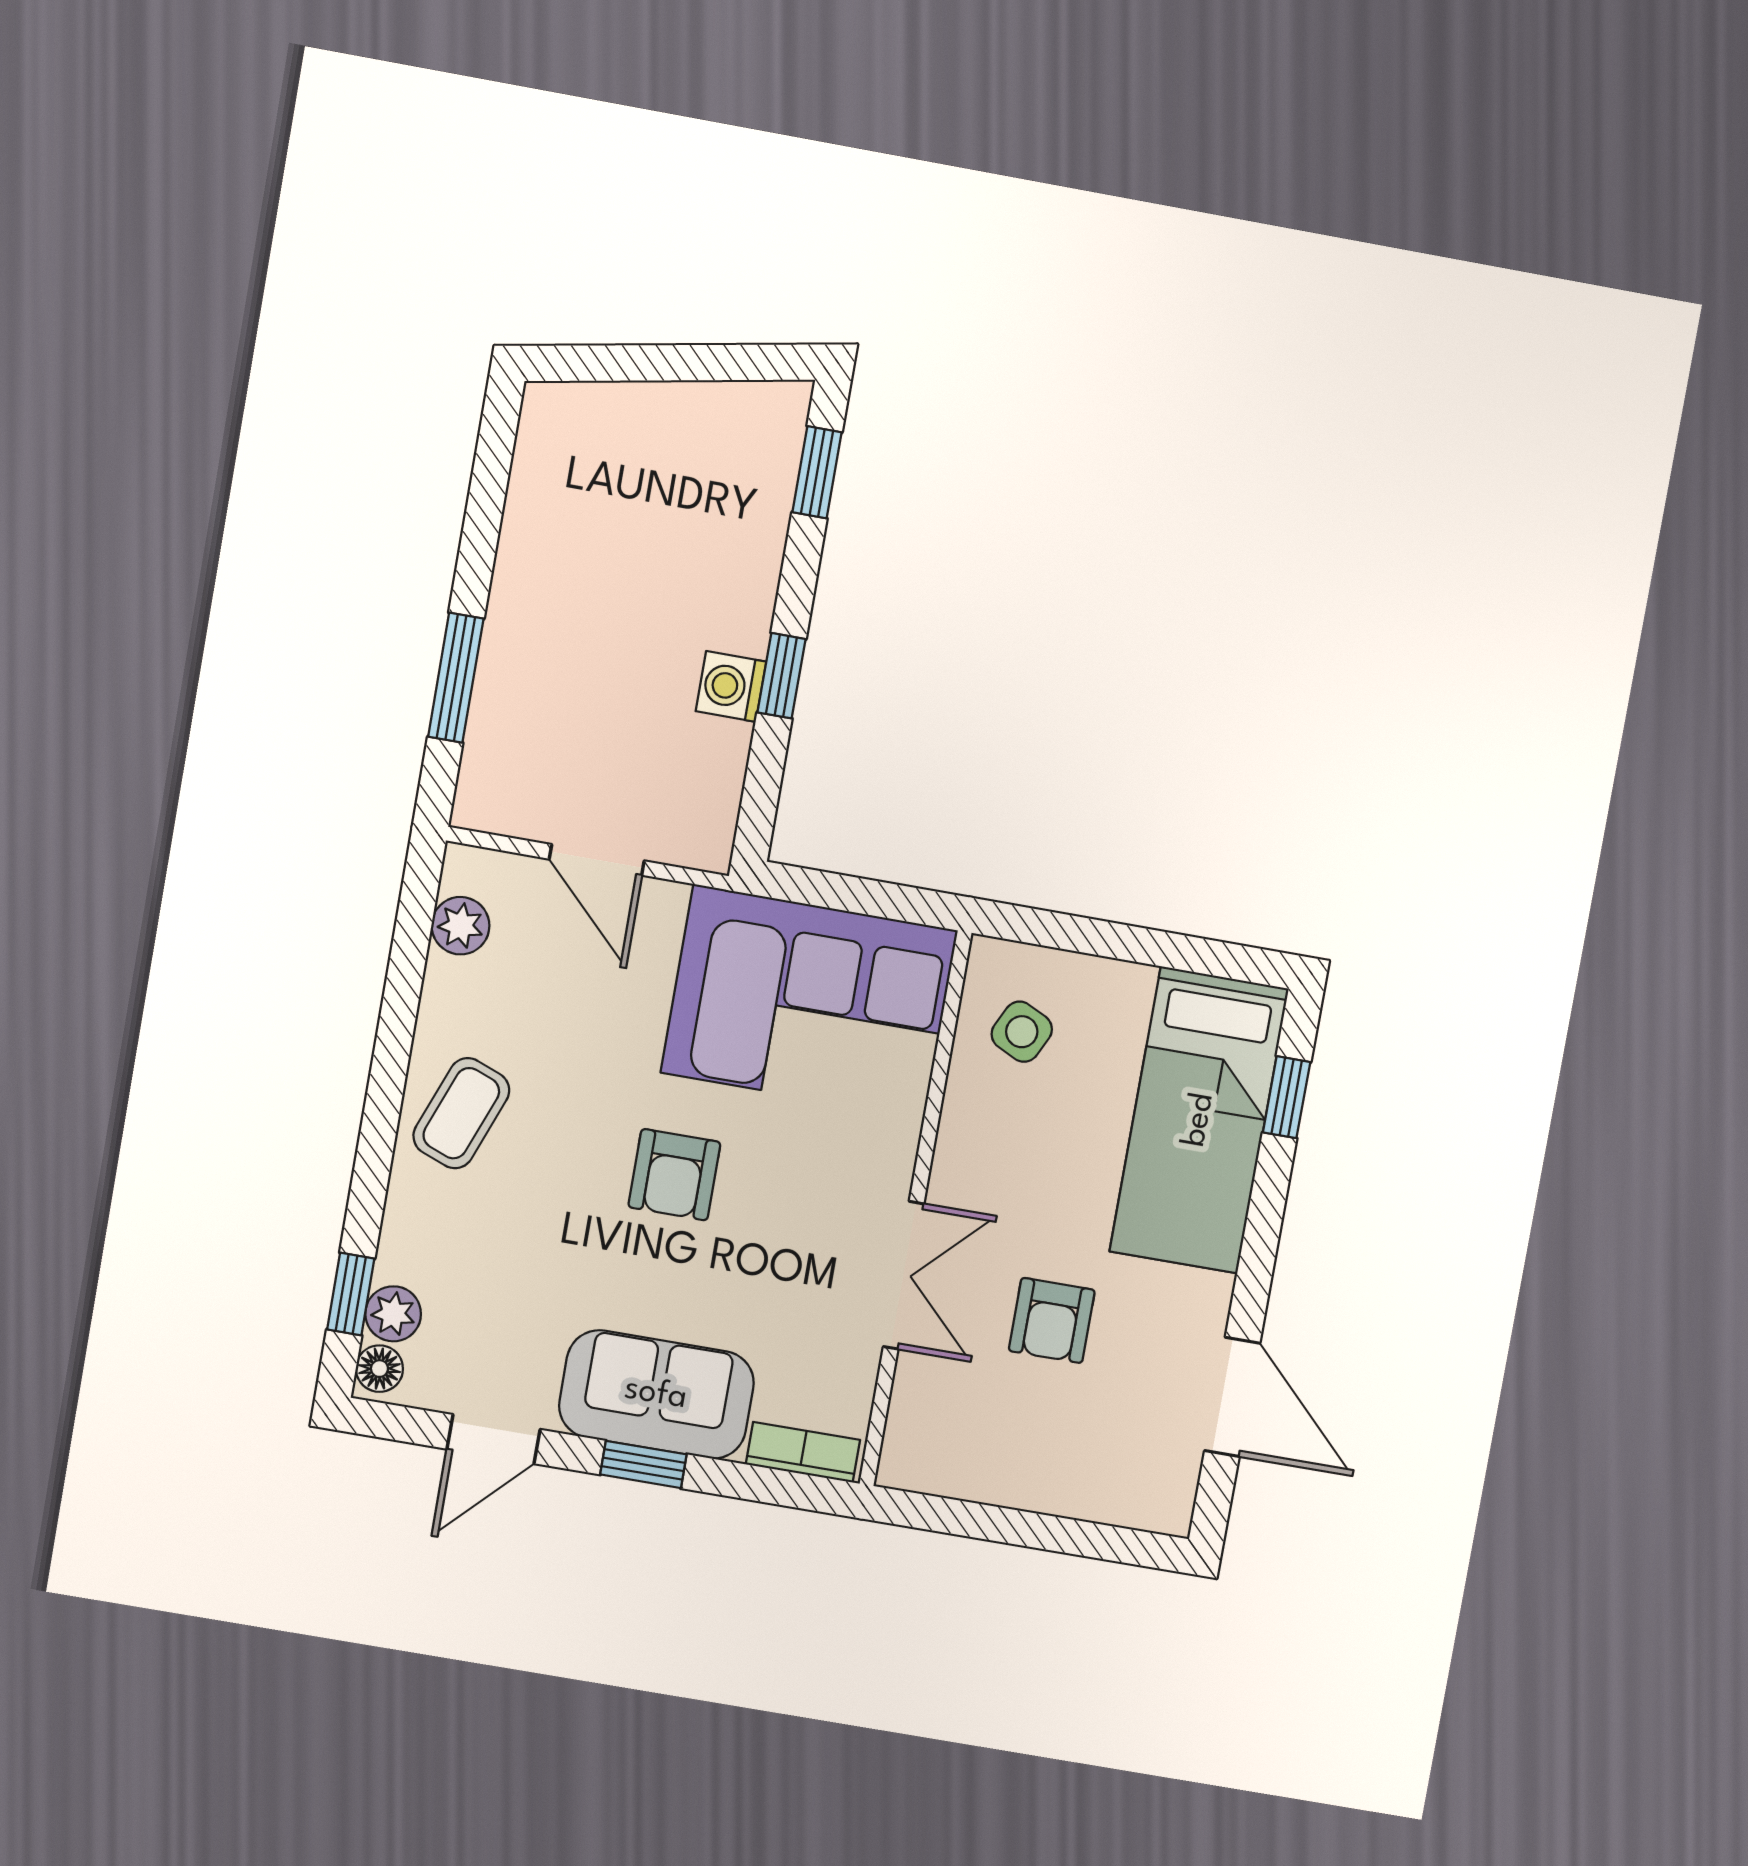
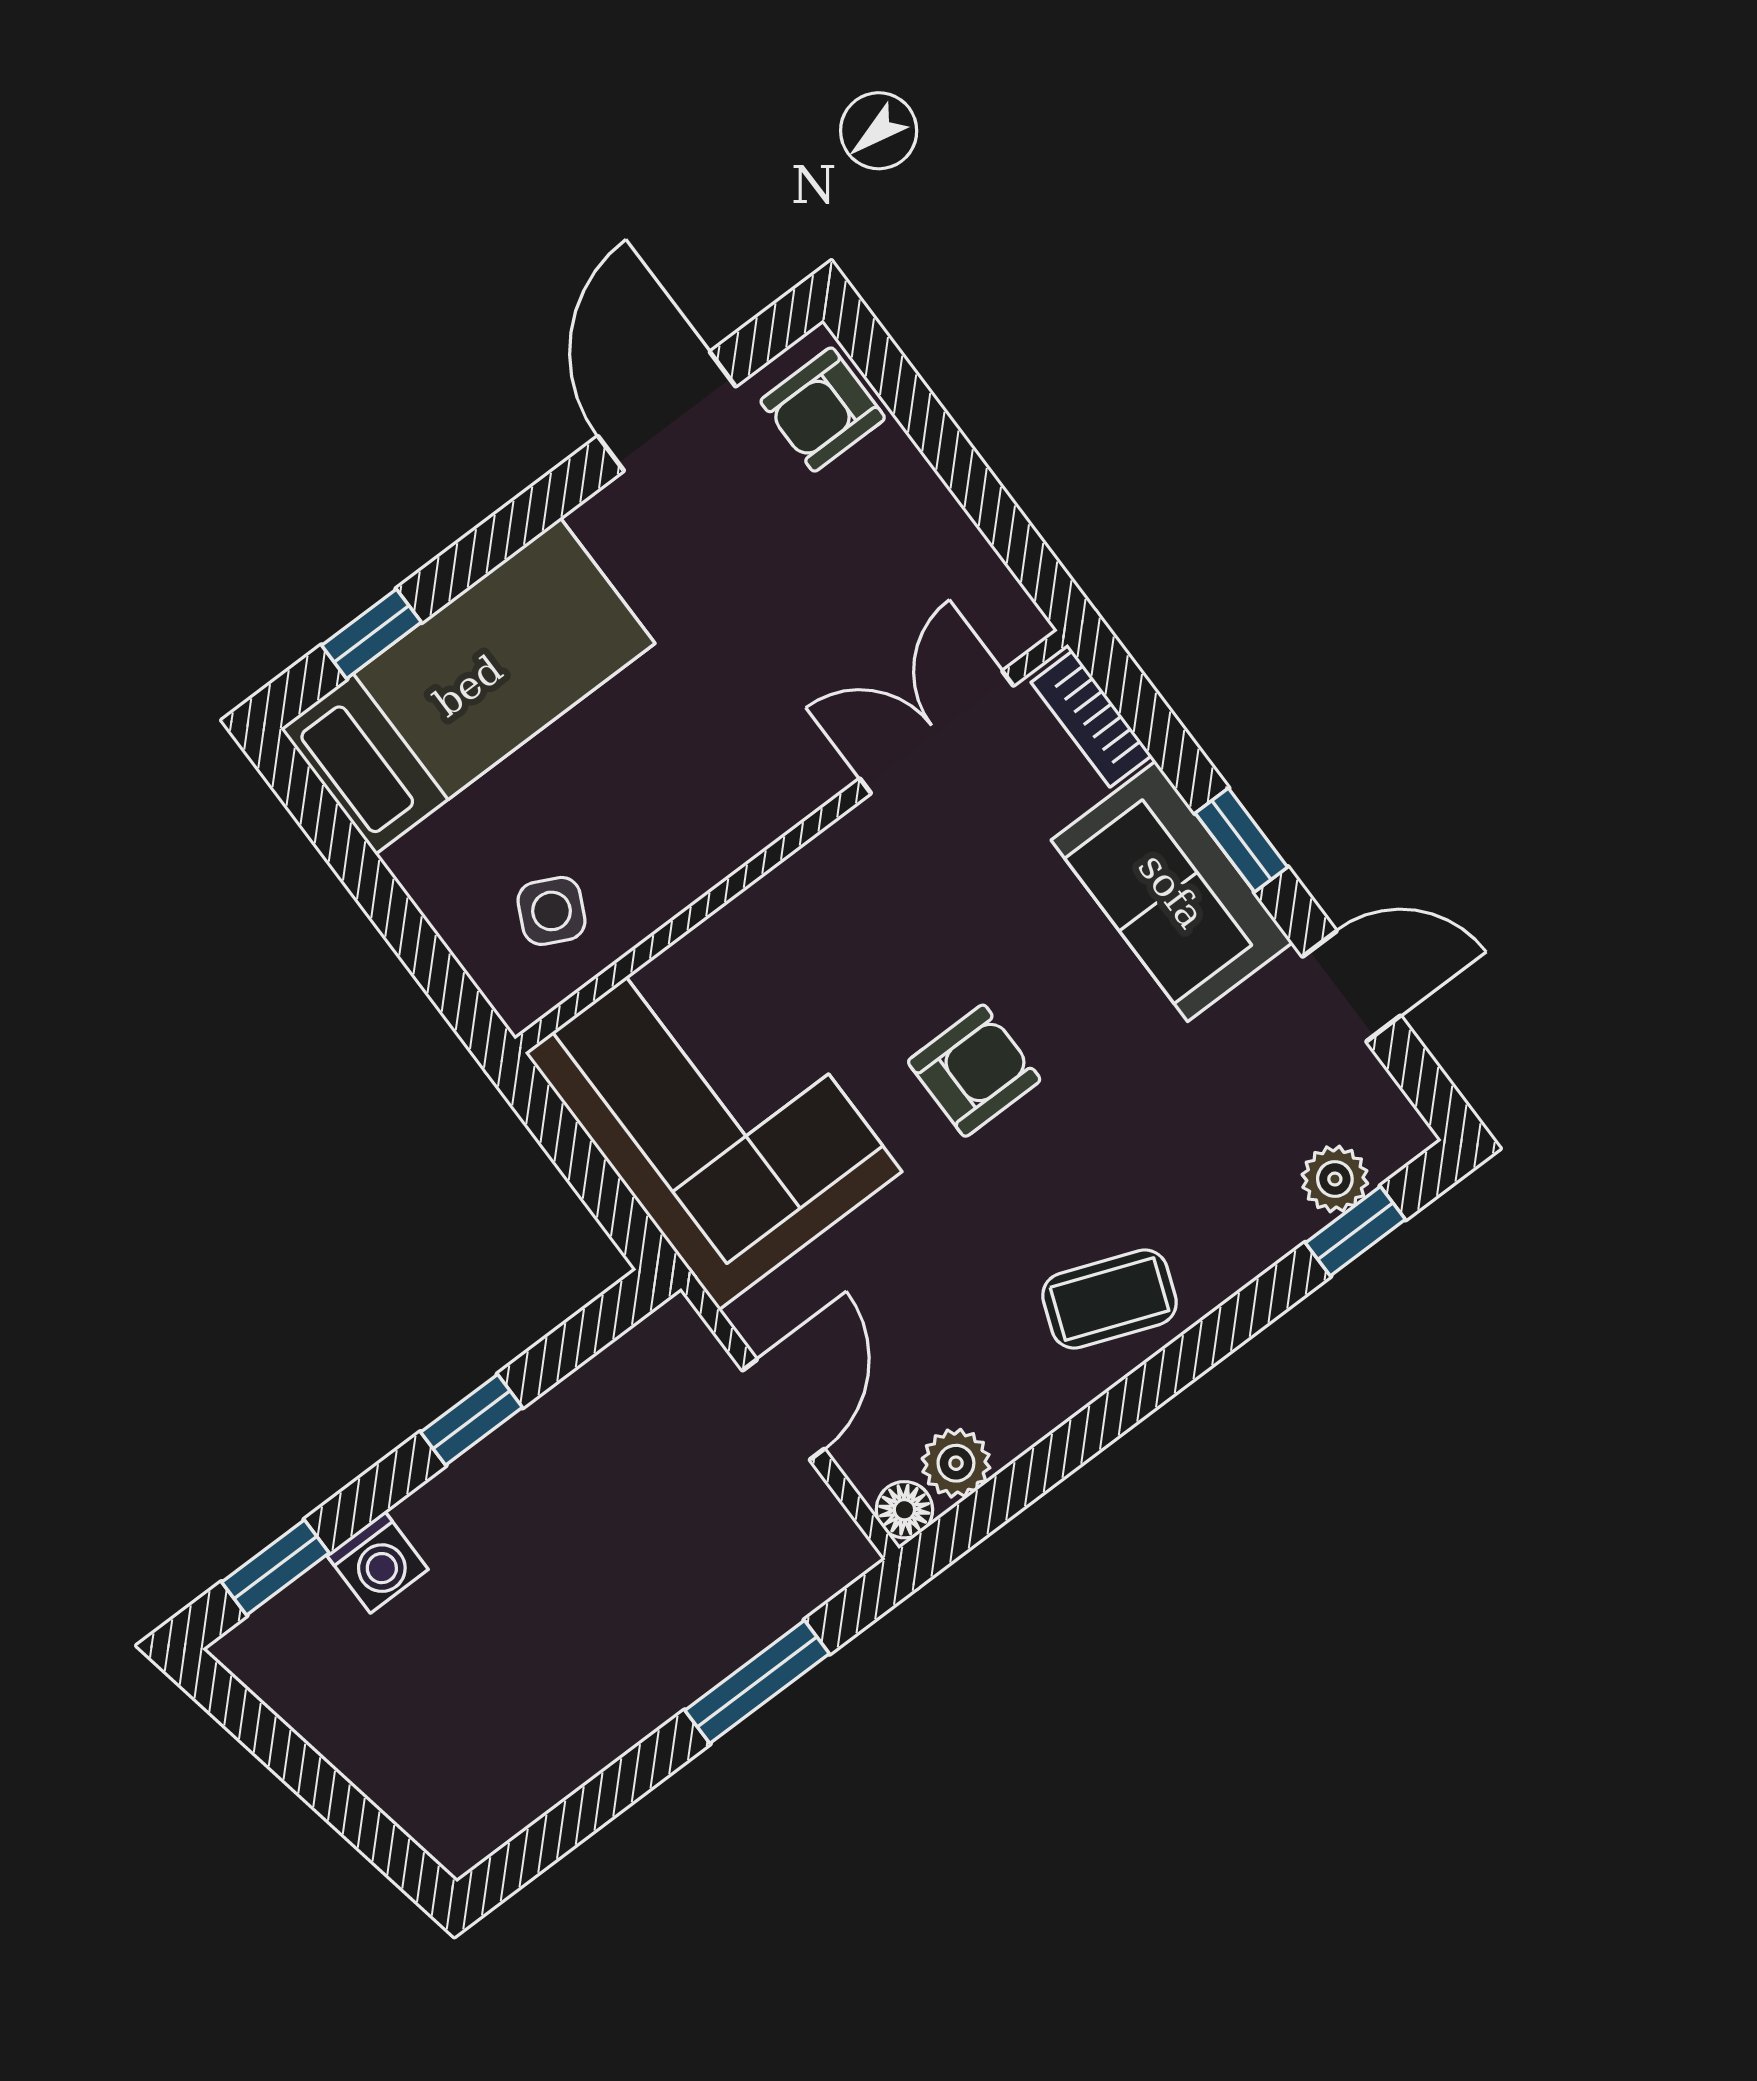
washing machine: (731, 686) -> (377, 1562), moved
double door: (904, 1275) -> (937, 732), moved
armchair: (1052, 1320) -> (823, 410), moved, turned 180
floor lamp: (379, 1369) -> (904, 1510), moved

